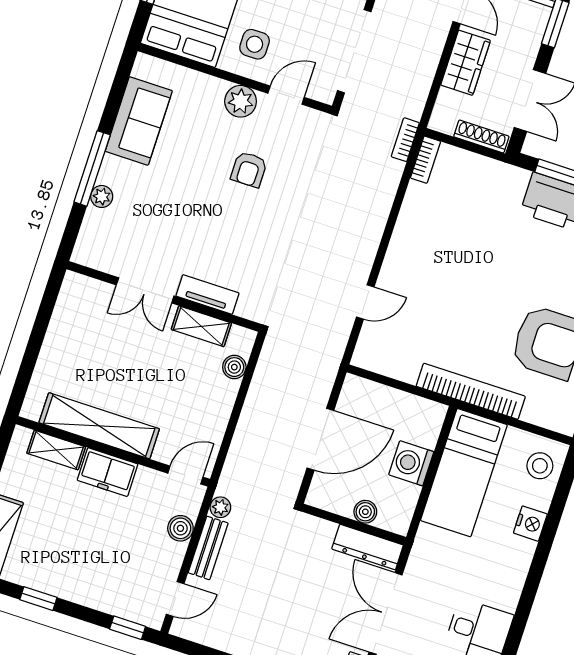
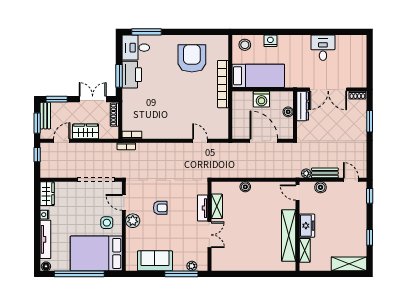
double door: (145, 290) -> (209, 235), moved
tv unit: (207, 294) -> (203, 208), moved
wall: (164, 296) -> (209, 226), moved
shelving: (201, 326) -> (217, 206), moved

